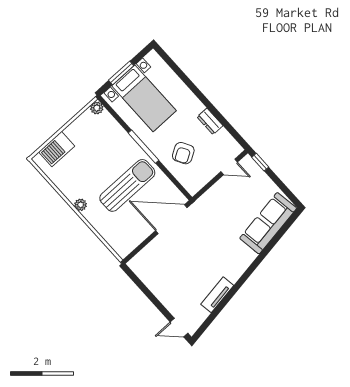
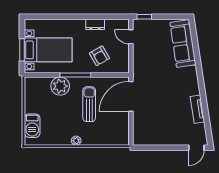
plant: (97, 108) -> (60, 86), moved, width x1.87, depth x1.87
door: (229, 167) -> (131, 37), swing flipped
sun lounger: (127, 185) -> (89, 104), width x0.73, depth x0.75

